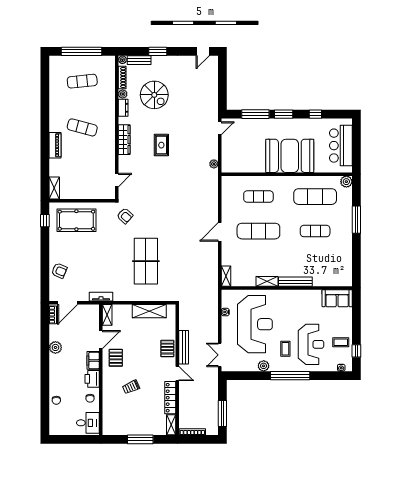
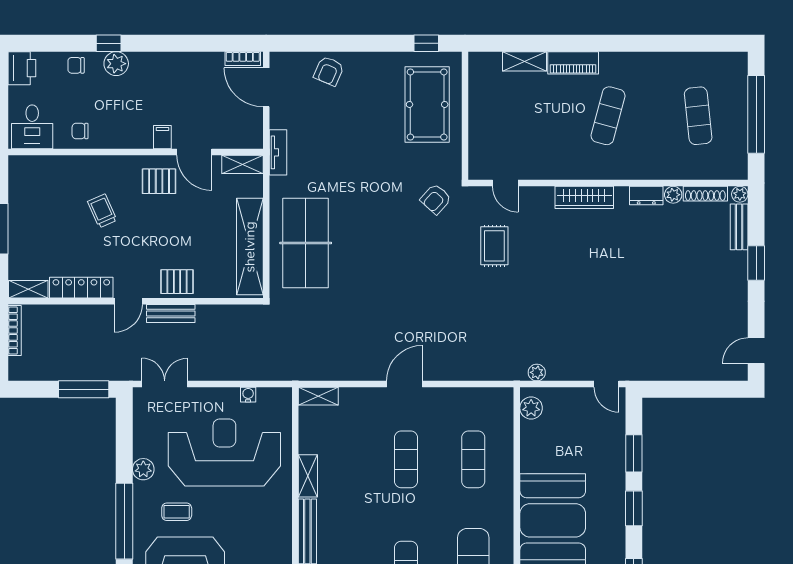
door: (203, 51) -> (756, 351), hinge flipped
spiral stairs: (154, 95) -> (671, 256), removed
window: (255, 114) -> (634, 453), width x0.69
rug: (161, 145) -> (494, 246), moved, turned 90
plant: (232, 167) -> (531, 408), added
shelving: (54, 188) -> (524, 61), moved
exercise mat: (258, 231) -> (406, 459), width x0.73, depth x0.69
door: (220, 232) -> (404, 384), hinge flipped
table tennis table: (146, 261) -> (306, 243), moved, turned 90
shelving: (149, 311) -> (250, 247), width x1.47
reception desk: (255, 324) -> (224, 452), turned 180
plant: (55, 347) -> (116, 64), moved
bench: (184, 347) -> (171, 313), width x0.73
filing cabinet: (93, 360) -> (162, 137), width x0.50
printer: (92, 379) -> (22, 68), moved, turned 90
window: (45, 384) -> (109, 43), added
window: (222, 413) -> (84, 389), moved

